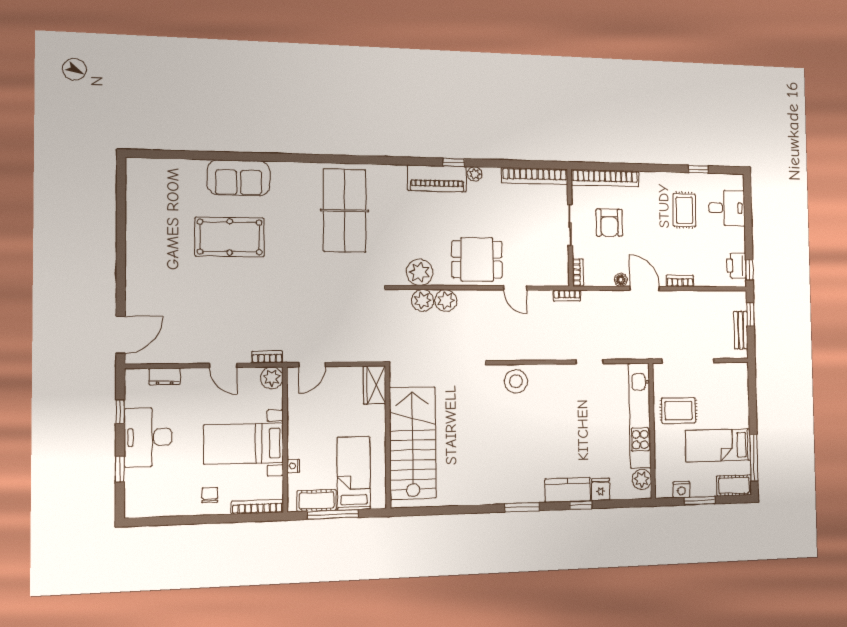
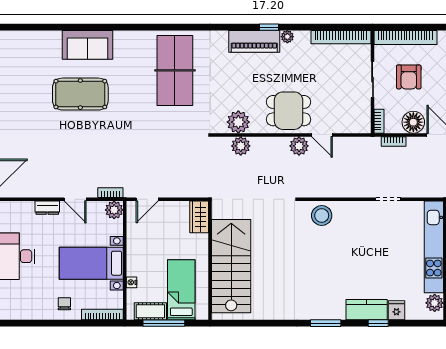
floor lamp: (621, 280) -> (413, 122), width x1.89, depth x1.89
bookcase: (567, 296) -> (394, 141), moved
plant: (446, 301) -> (299, 146), moved
dresser: (164, 376) -> (47, 208), moved

